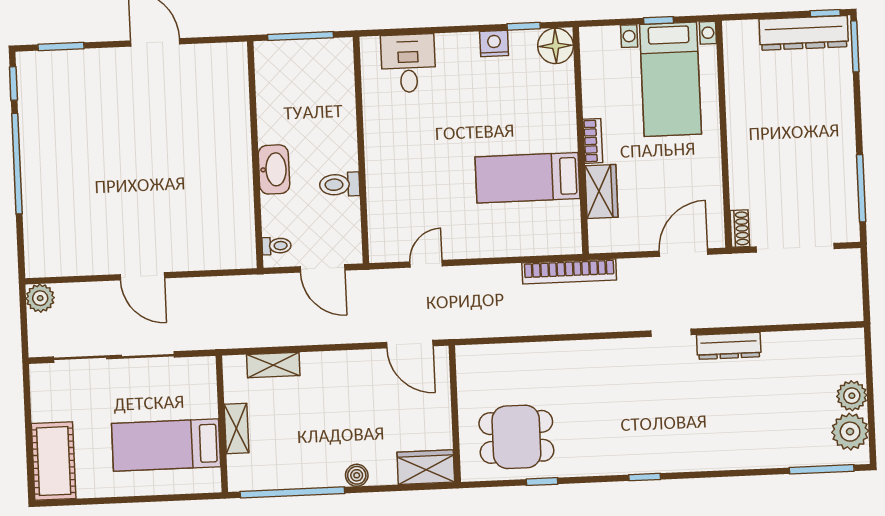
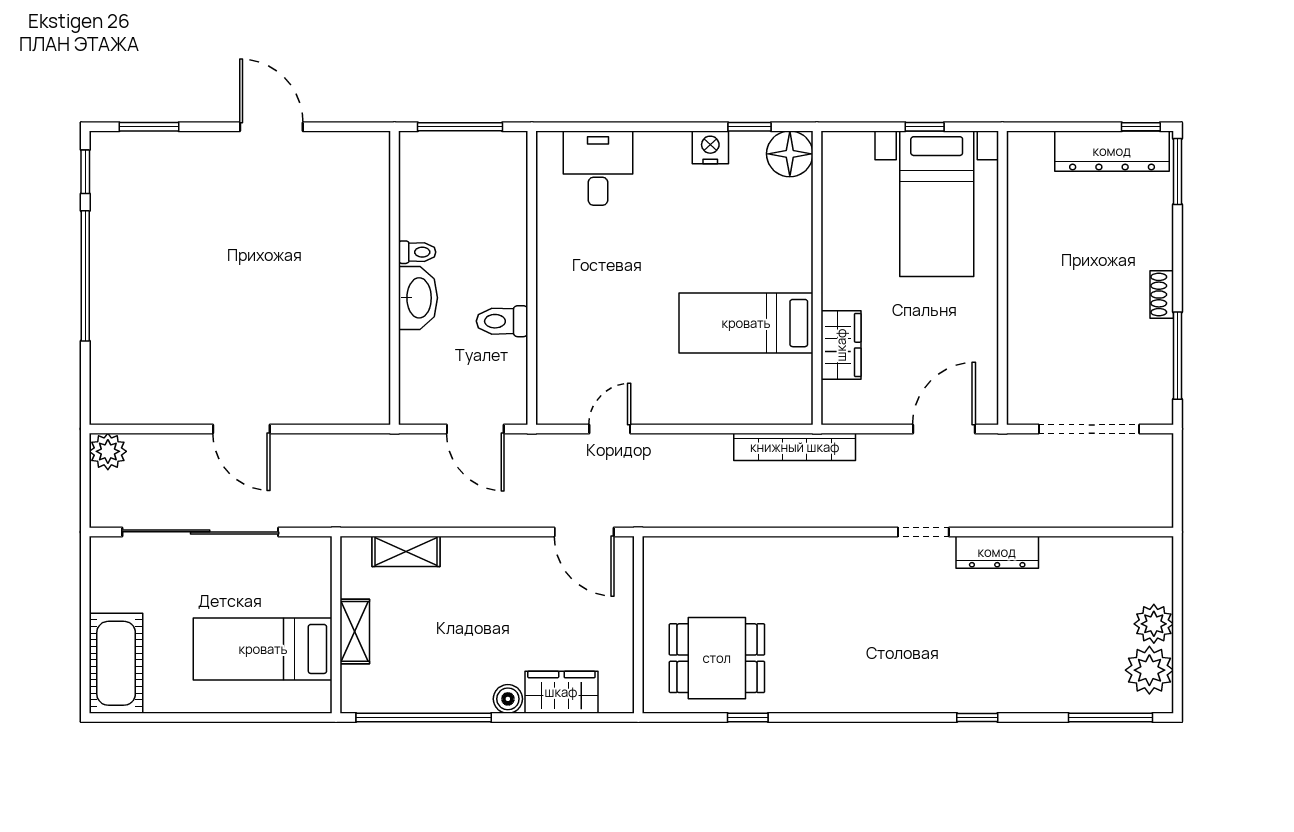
bookcase: (593, 141) -> (833, 279), removed
shoe rack: (740, 228) -> (1162, 295), moved, turned 180
toilet: (277, 246) -> (417, 252), moved
wardrobe: (426, 467) -> (561, 692), moved
window: (645, 477) -> (977, 717), moved

